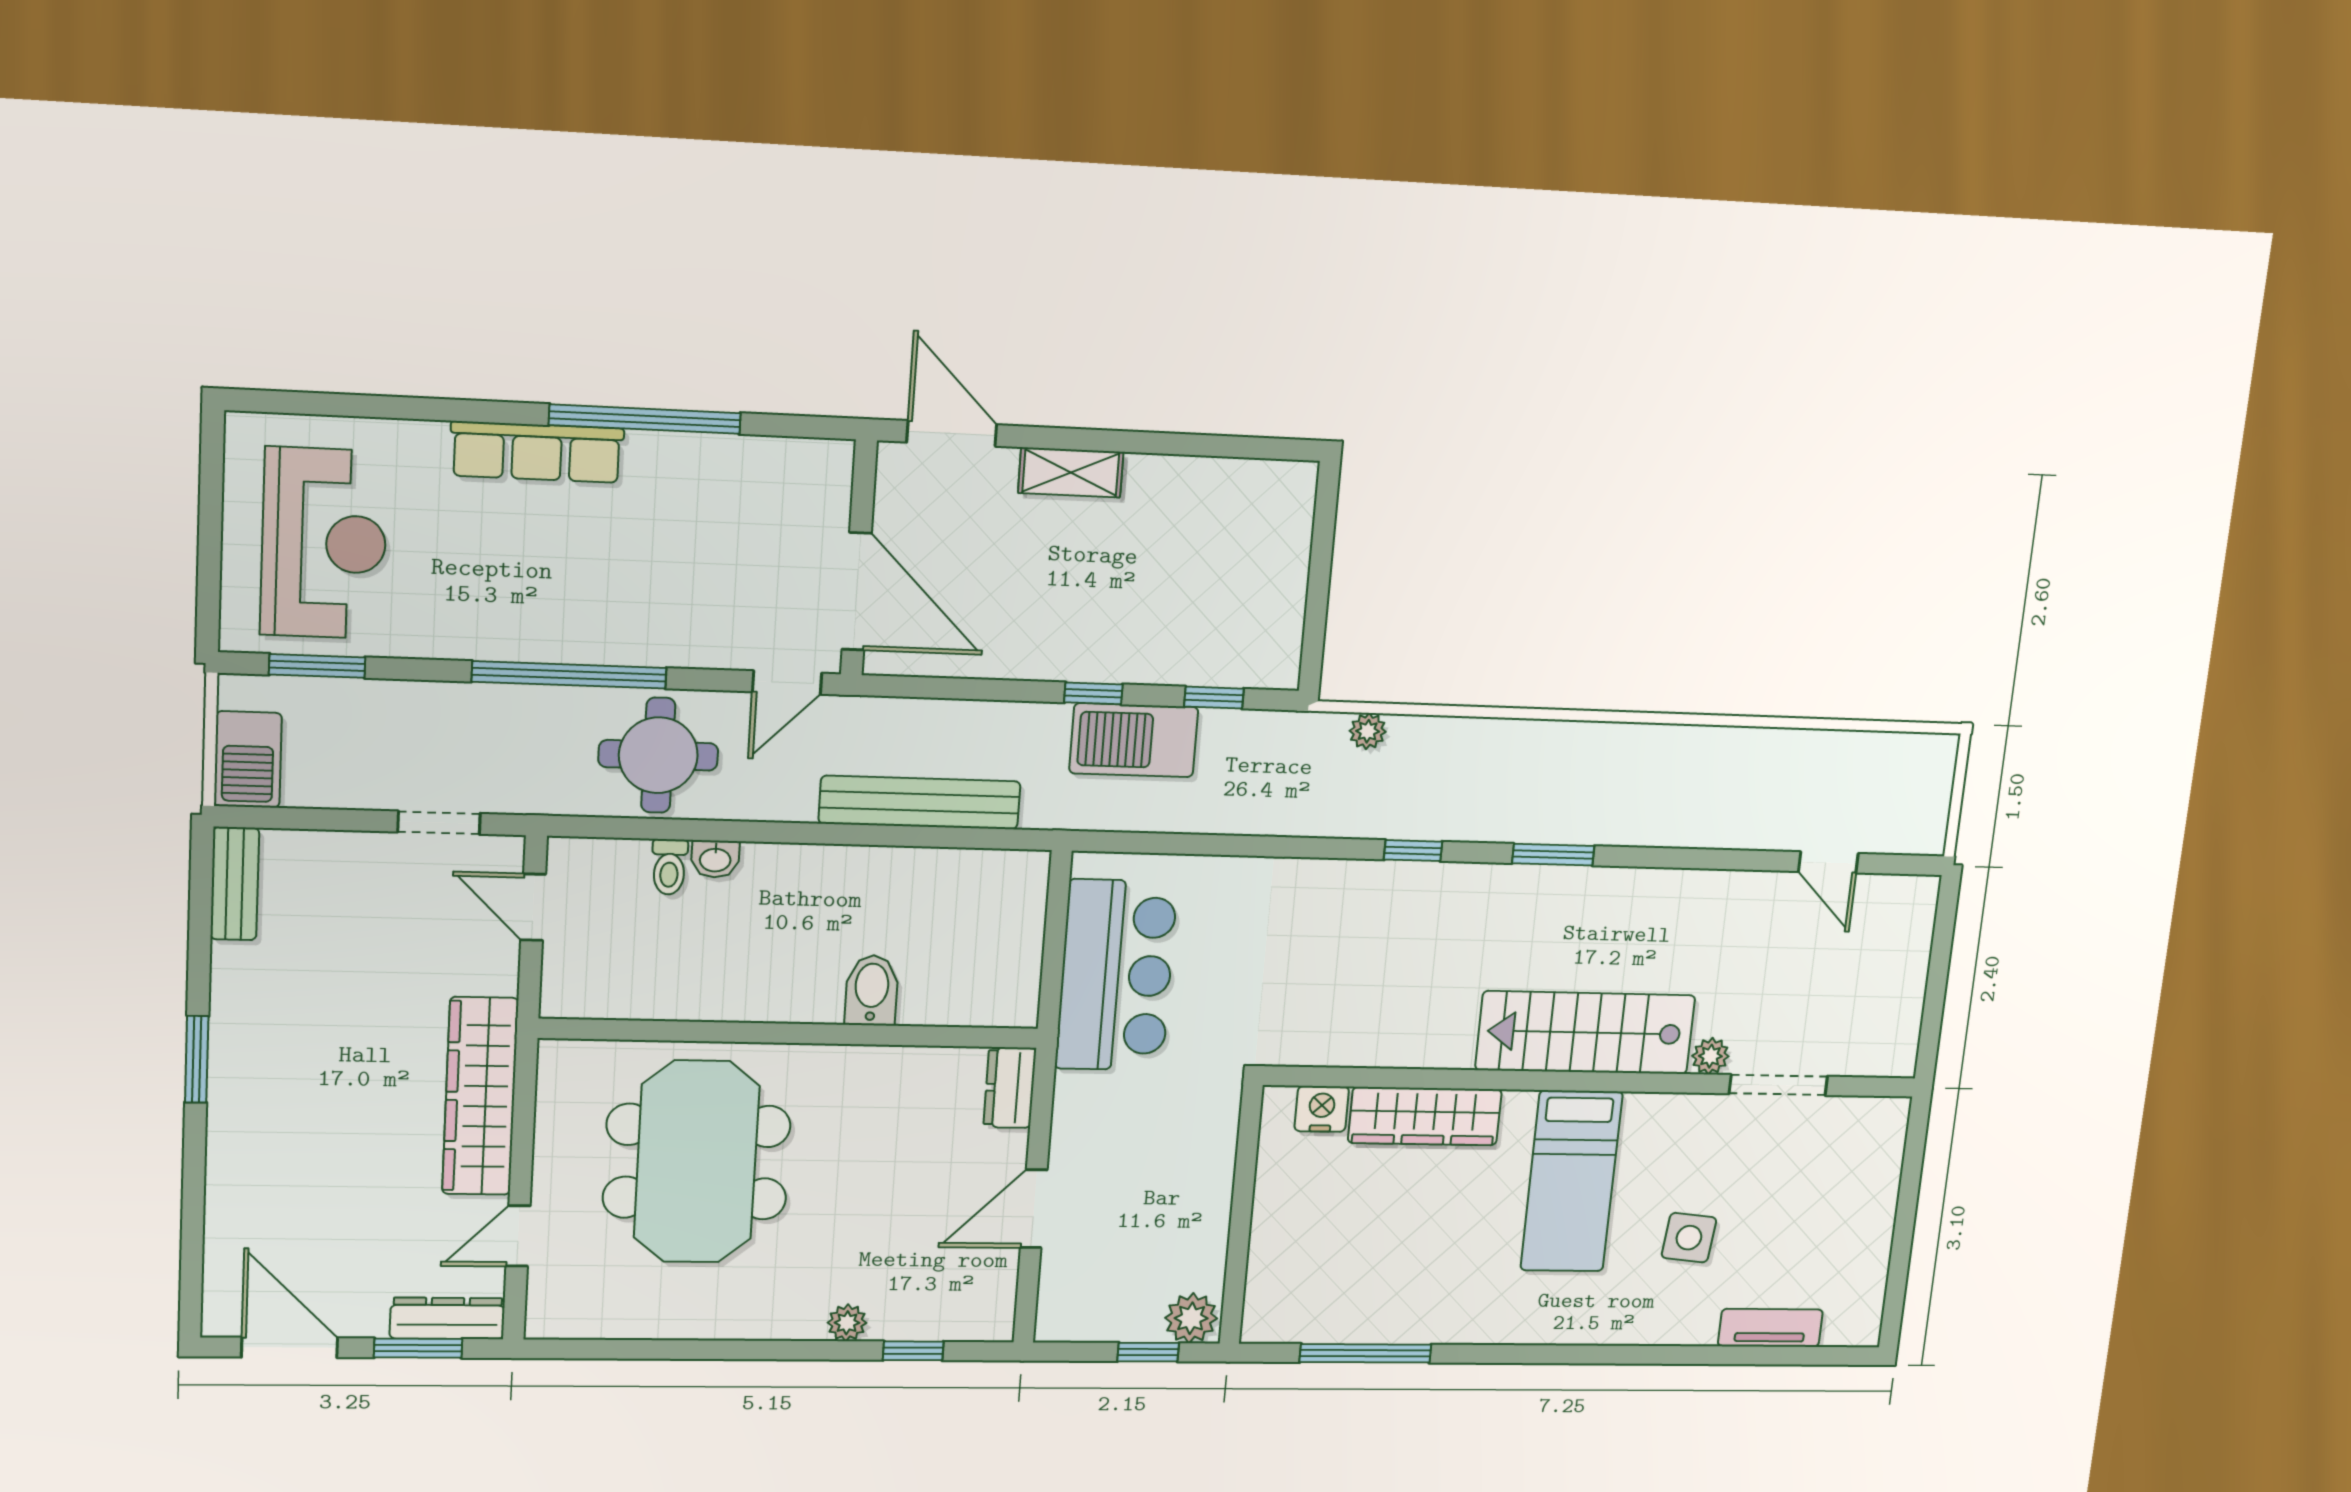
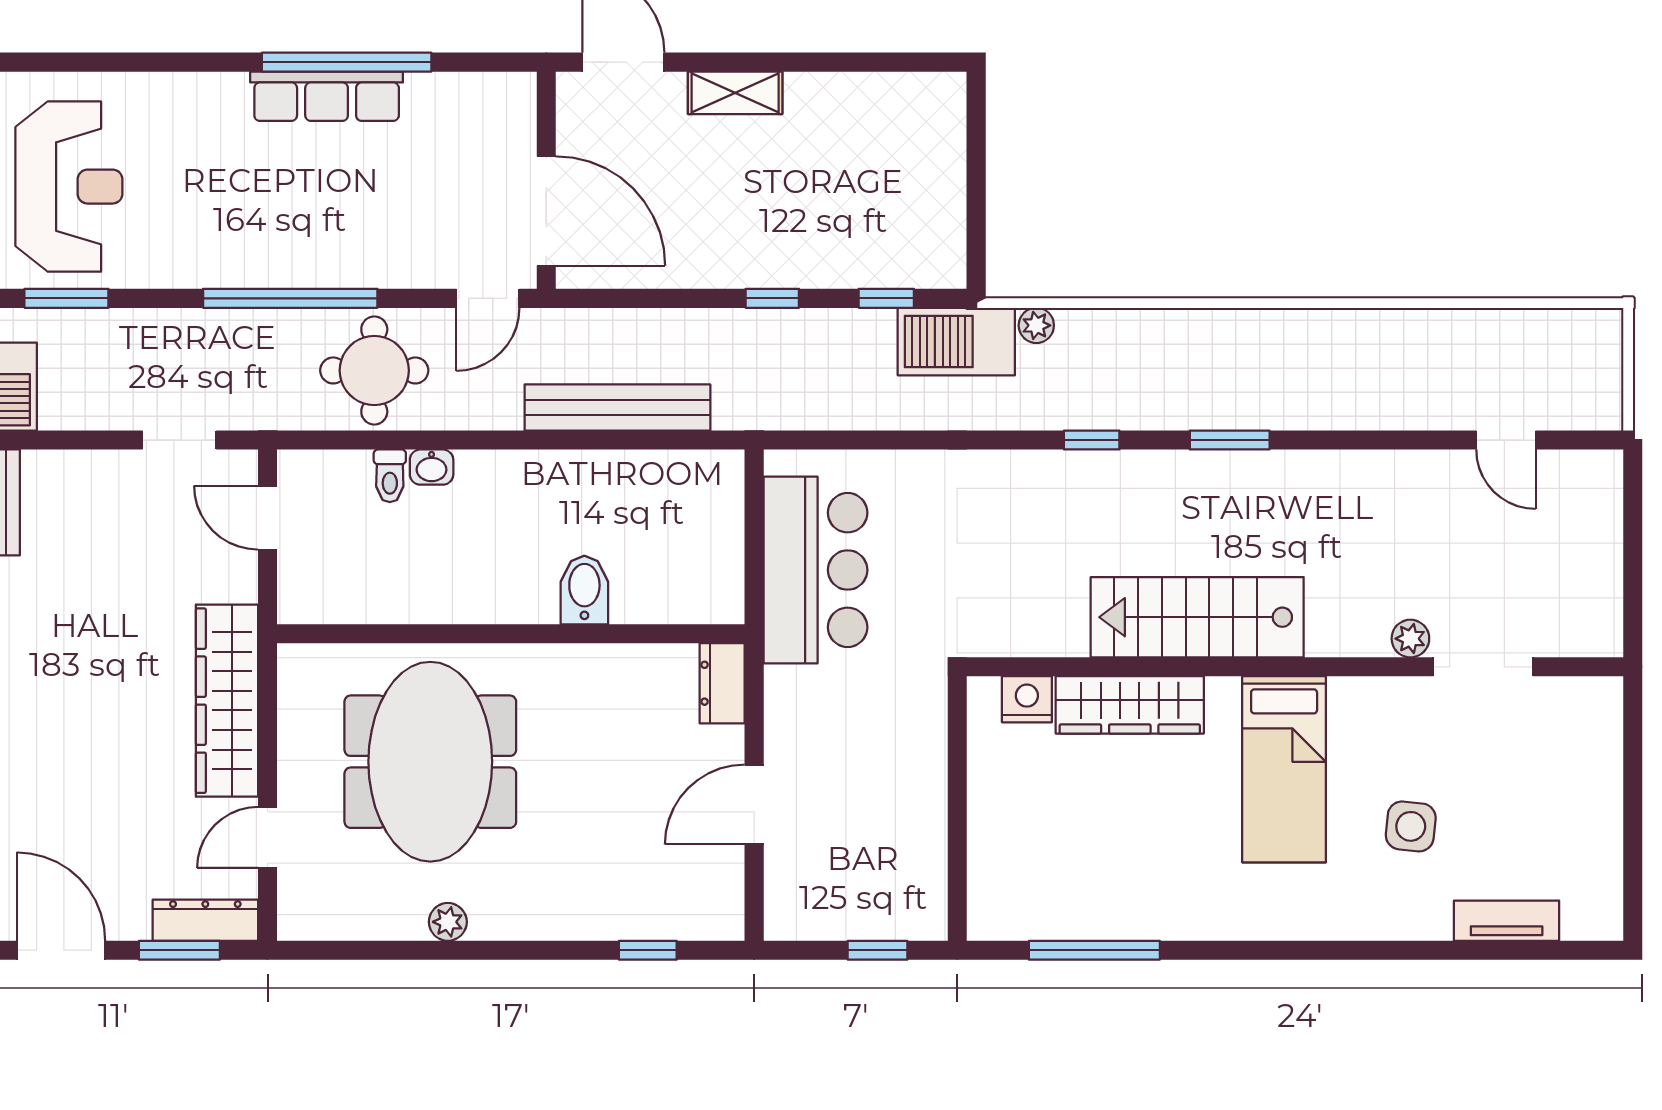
row of seats: (537, 452) -> (327, 96), moved
barbecue: (1134, 740) -> (956, 342), moved
stairs: (1585, 1033) -> (1197, 617), moved
plant: (1191, 1318) -> (917, 915), removed
plant: (847, 1323) -> (448, 922), moved

